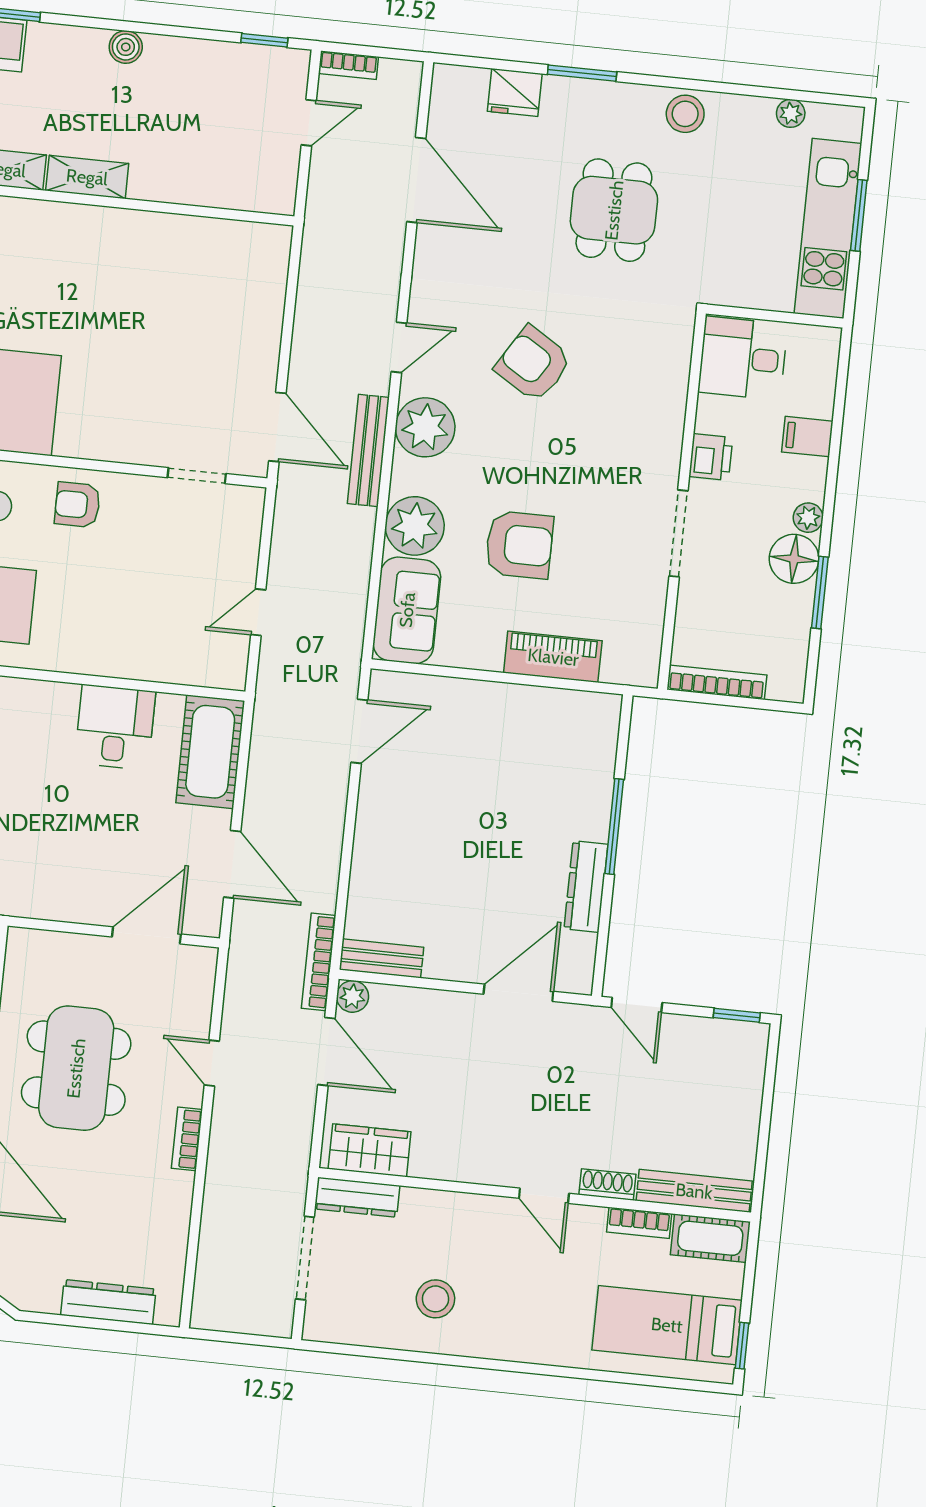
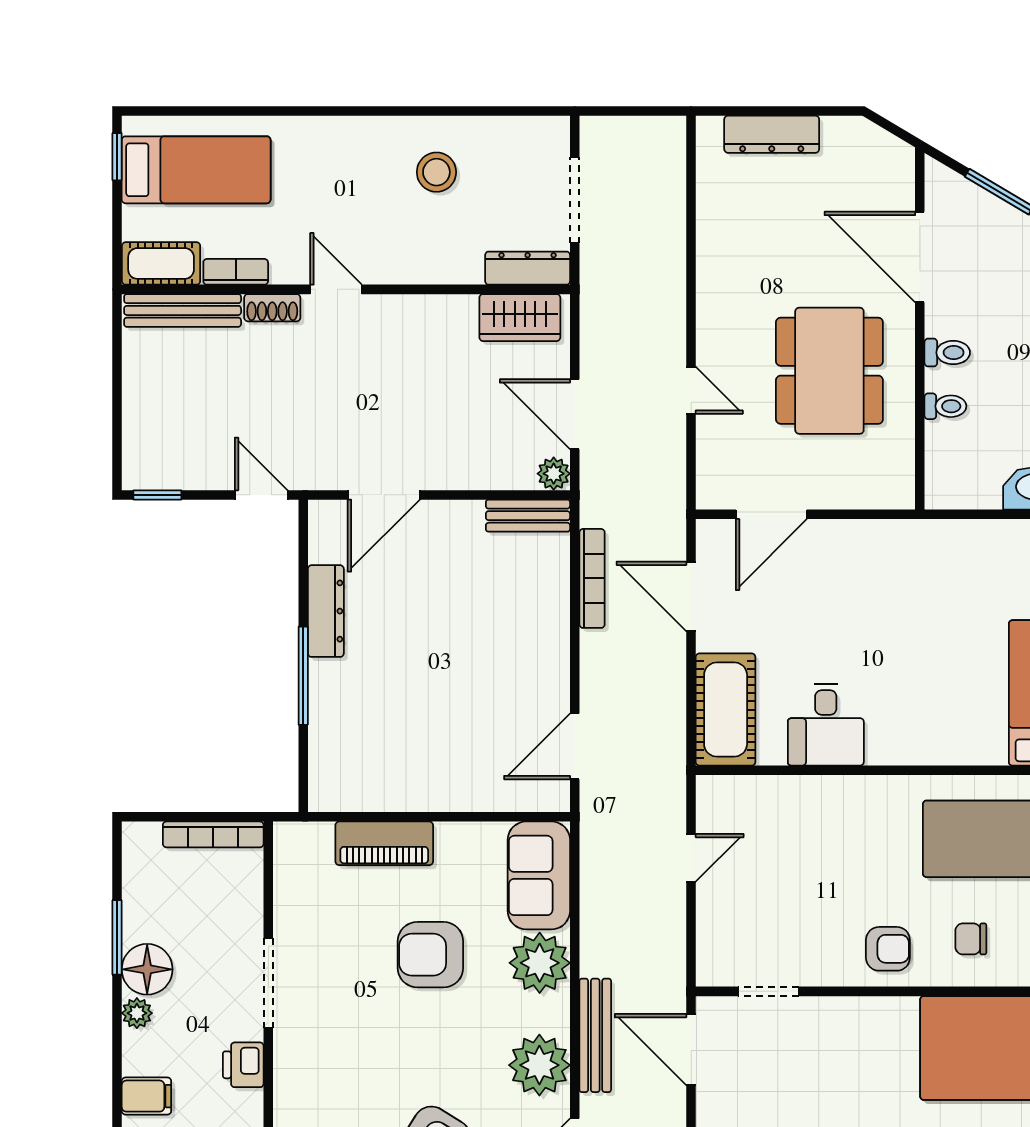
bookcase: (319, 962) -> (592, 578), moved
bookcase: (187, 1139) -> (708, 310), removed

